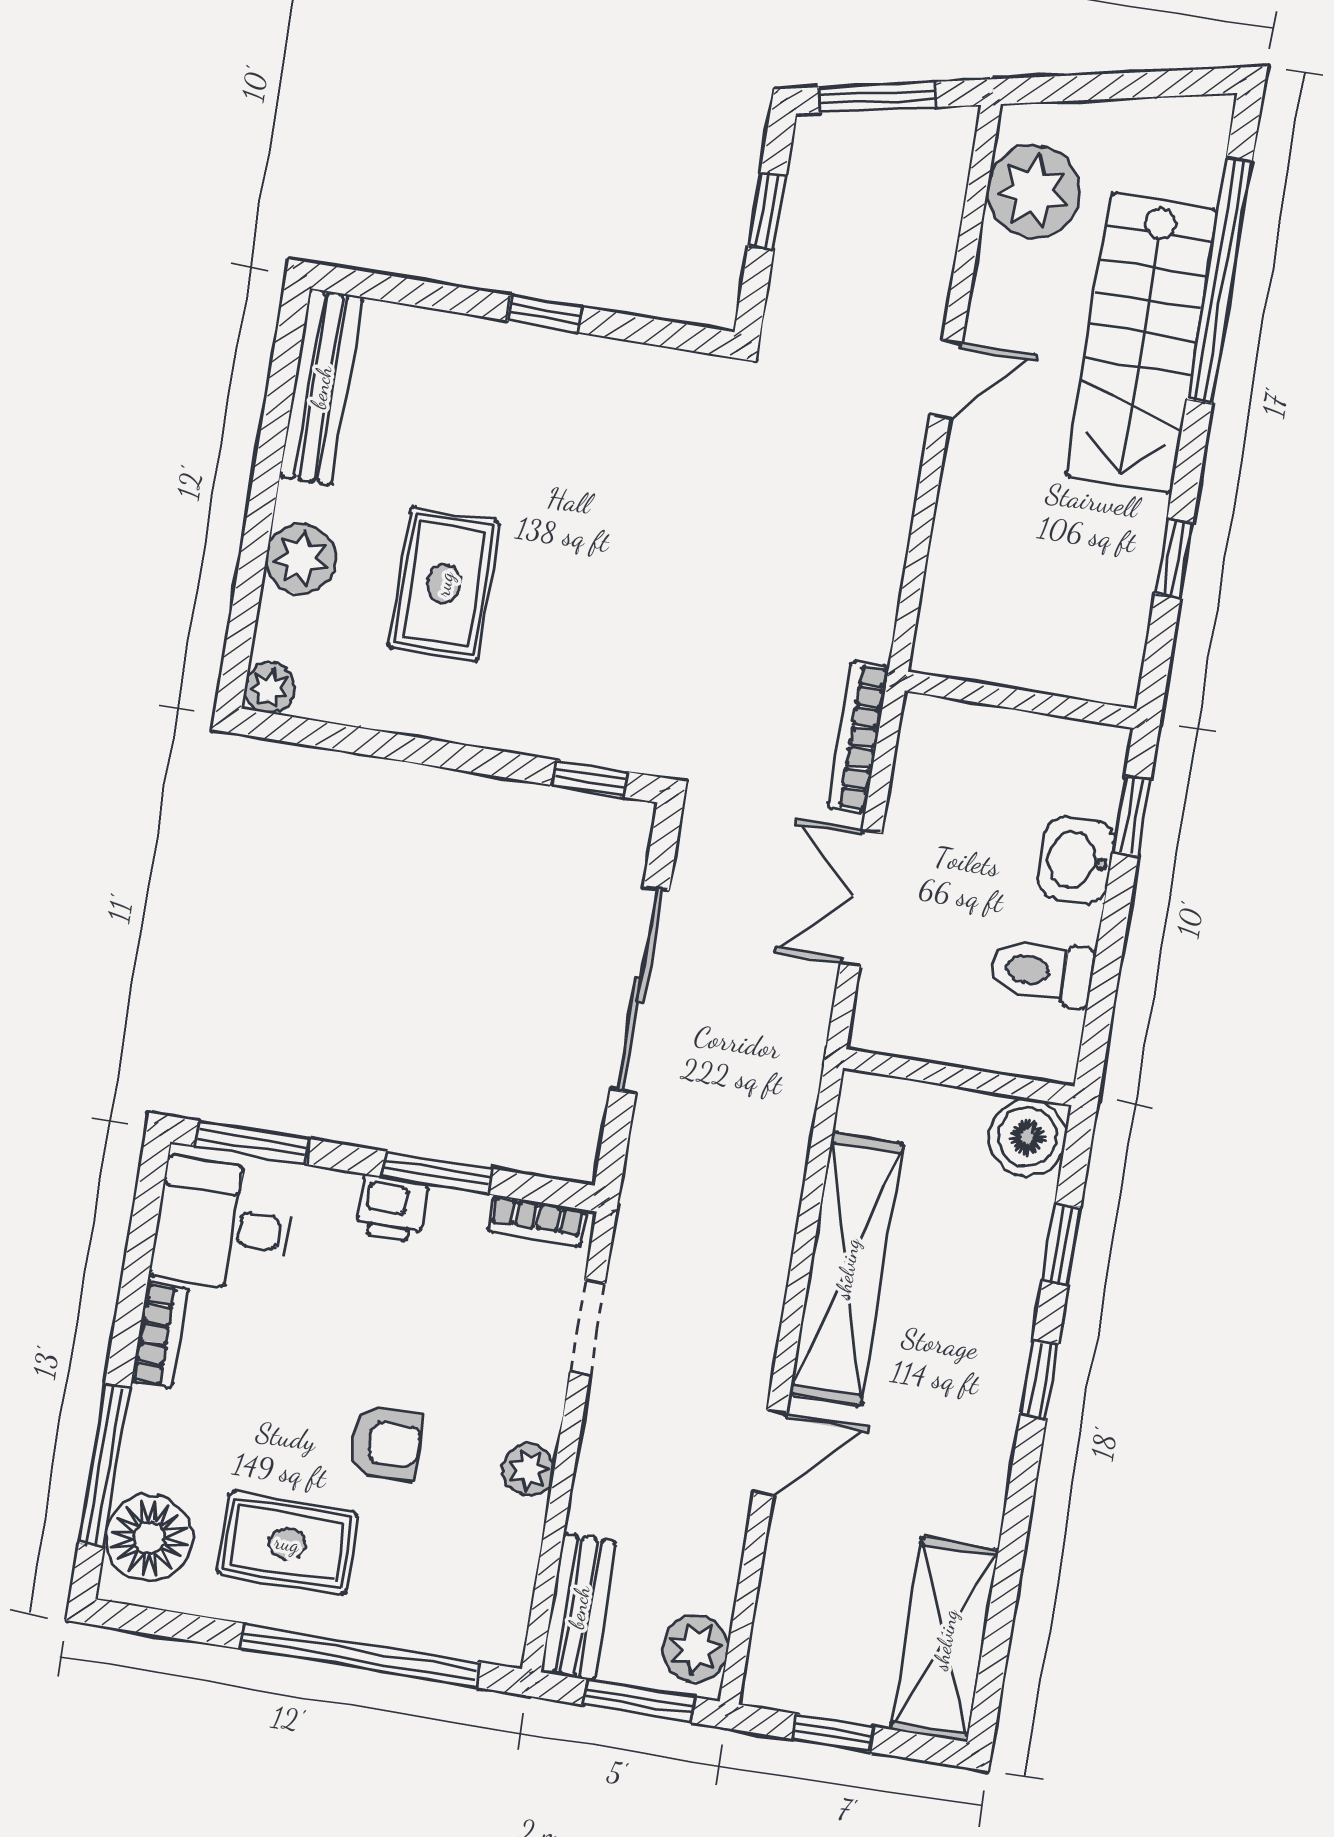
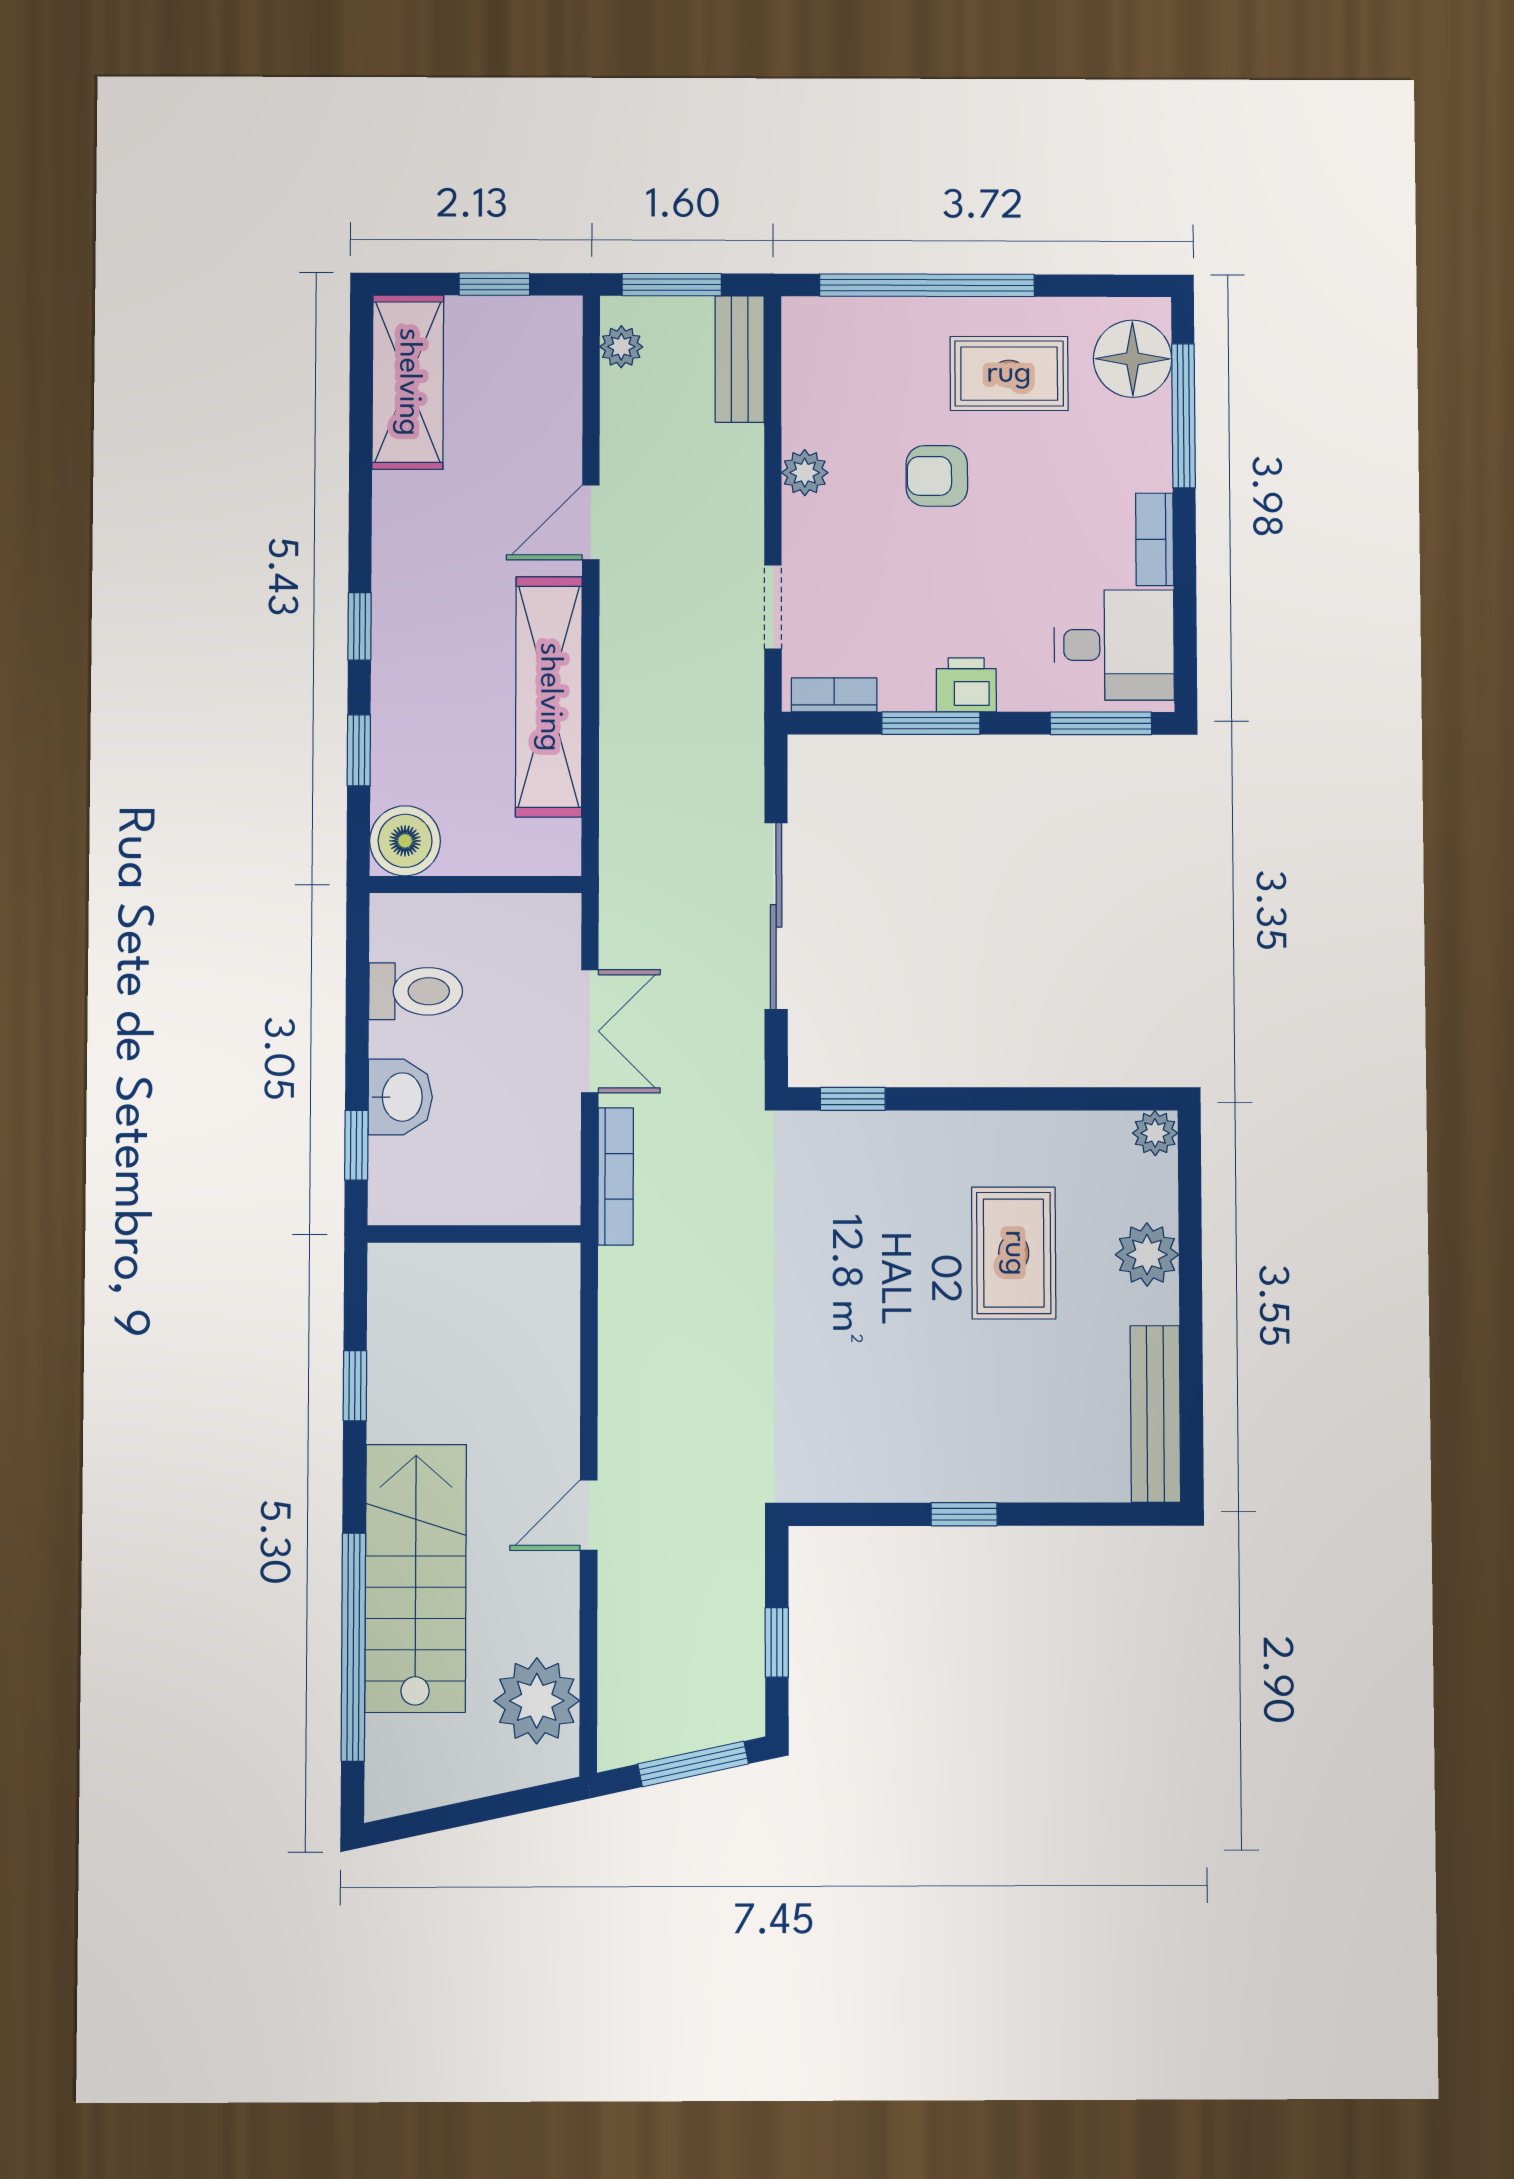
plant: (695, 1649) -> (621, 347), width x0.73, depth x0.73

